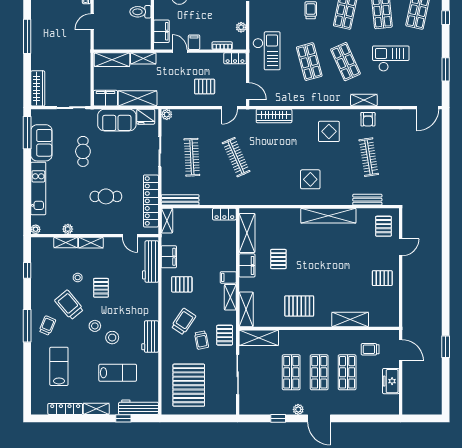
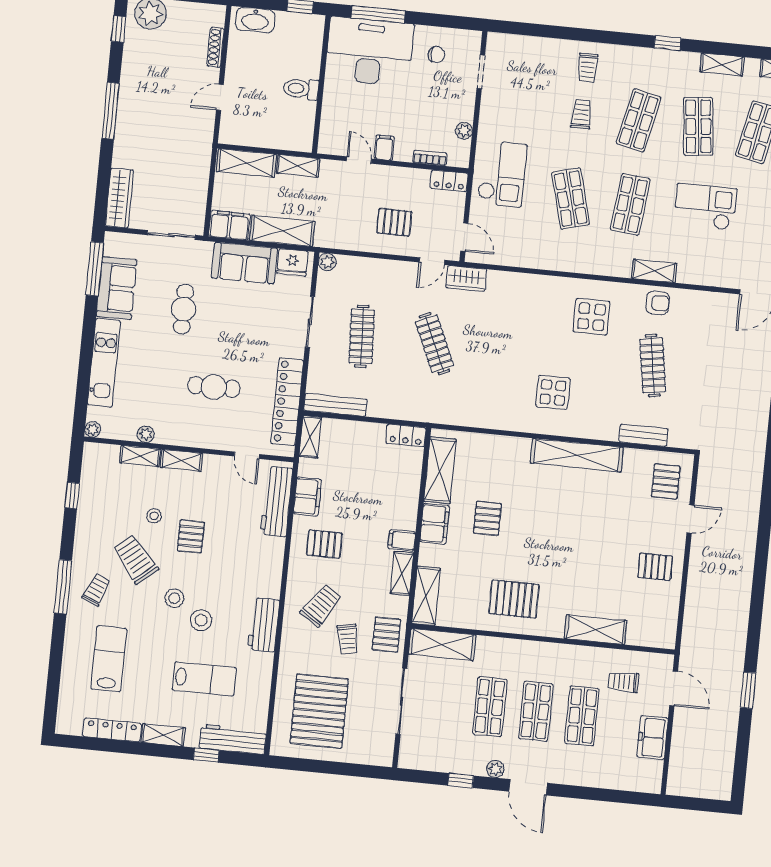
filing cabinet: (161, 31) -> (332, 124), removed
shop shelf: (345, 62) -> (630, 204), turned 30
wardrobe: (274, 116) -> (466, 278), moved, width x0.67
armchair: (368, 119) -> (658, 303), turned -90

